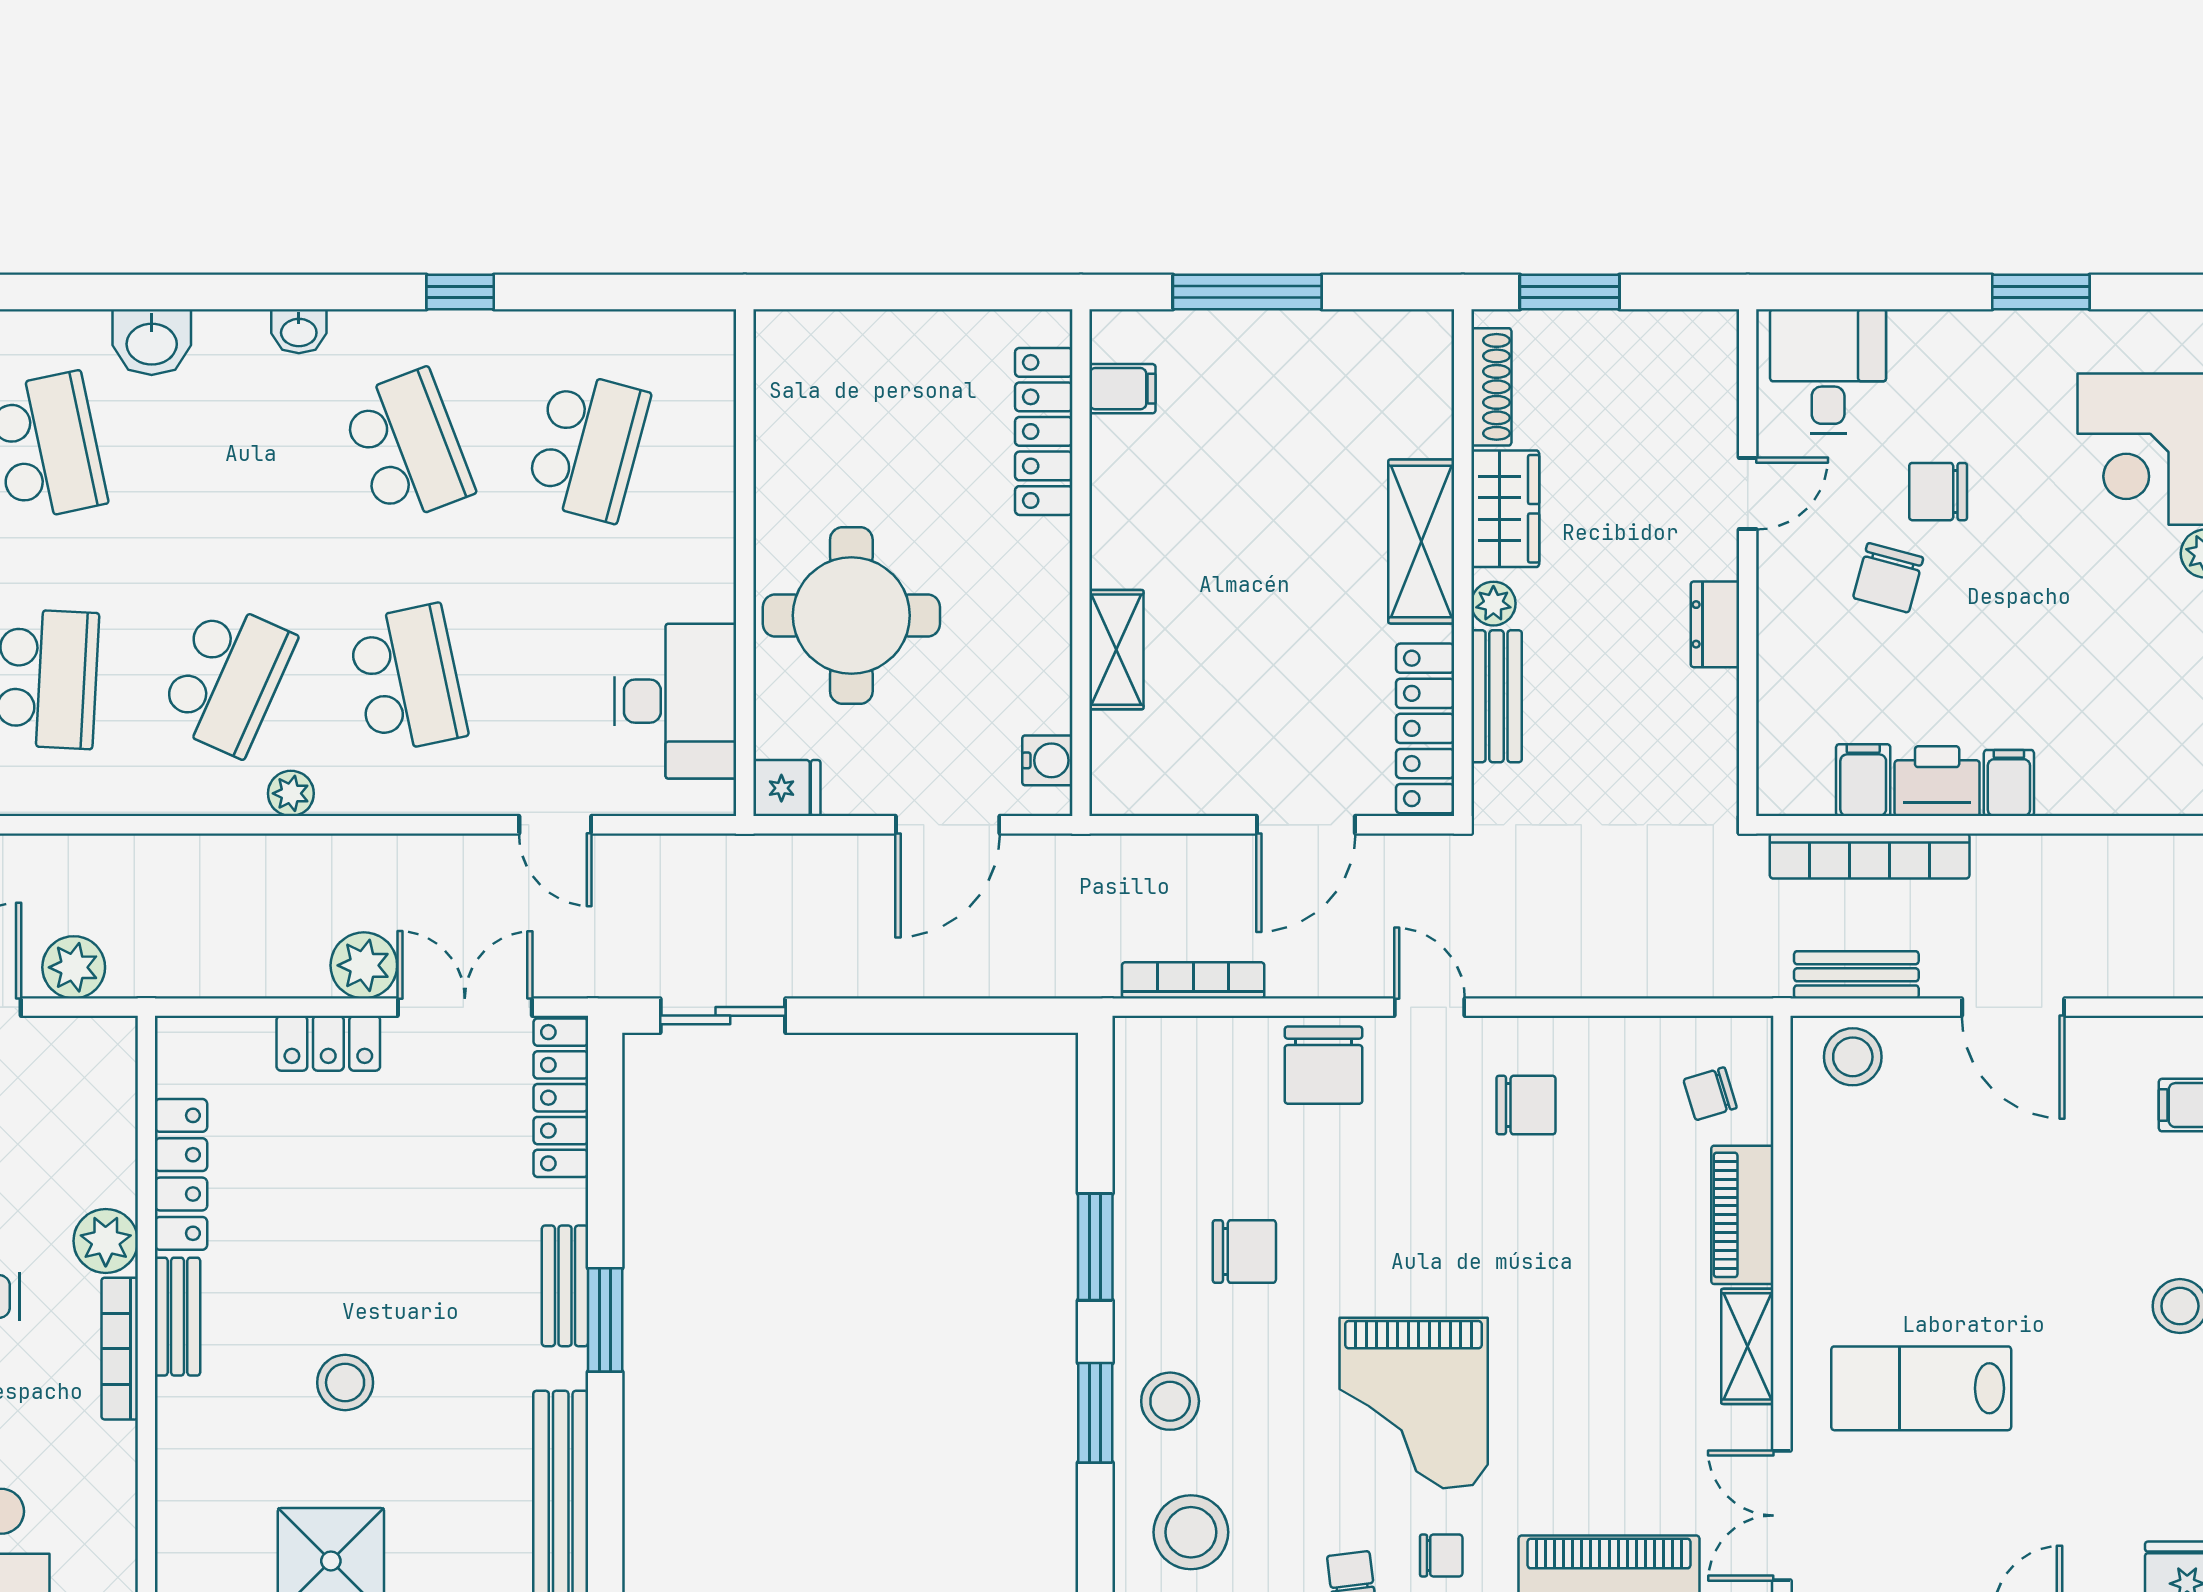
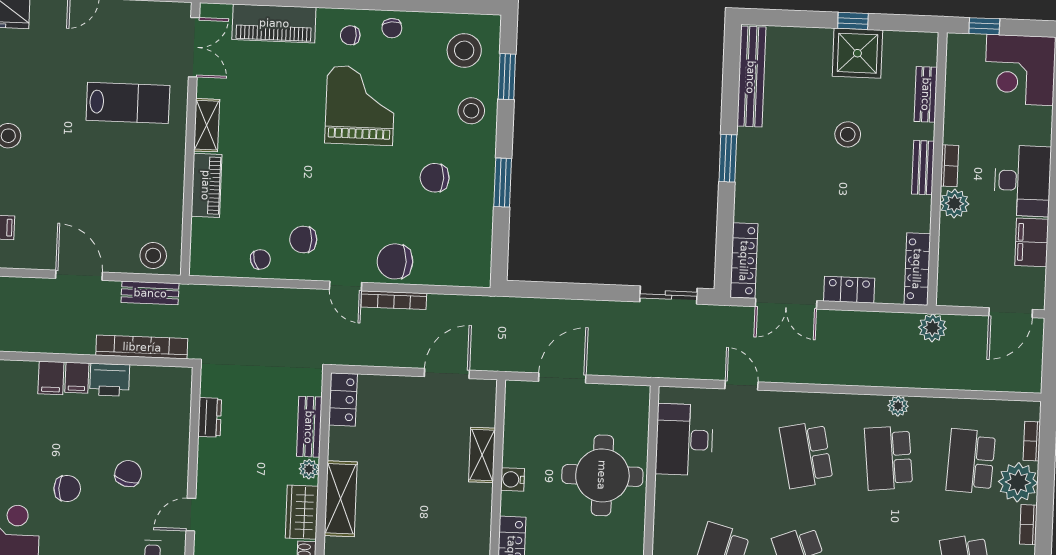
chair: (1938, 492) -> (67, 488), moved
dresser: (1715, 624) -> (210, 417), moved
school desk: (227, 679) -> (889, 458), turned -30
locker: (1425, 728) -> (343, 399), width x0.66
water cooler: (1047, 760) -> (513, 479), moved
filing cabinet: (1863, 780) -> (51, 378), moved
fridge: (787, 788) -> (635, 398), removed
plant: (291, 793) -> (898, 406), moved
door: (1306, 825) -> (447, 373), moved
plant: (364, 965) -> (831, 325), removed
plant: (74, 967) -> (932, 328), moved
bookcase: (1193, 980) -> (394, 300), moved
chair: (1324, 1065) -> (395, 261), turned -90
chair: (1710, 1094) -> (260, 259), moved
locker: (181, 1174) -> (917, 269), moved
bench: (565, 1286) -> (926, 94), moved
bookcase: (120, 1349) -> (950, 166), width x0.64
window: (1095, 1413) -> (507, 77), moved

